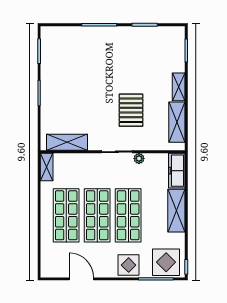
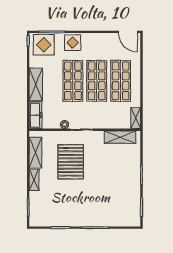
pallet: (131, 110) -> (71, 162), width x1.37, depth x1.41
door: (81, 279) -> (128, 32), moved

